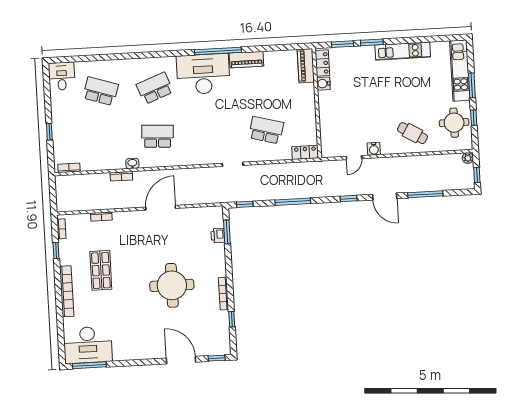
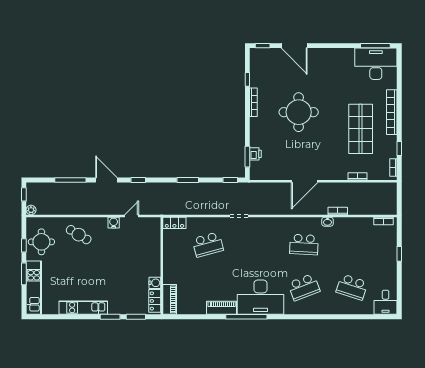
school desk: (266, 130) -> (208, 244), turned -30
window: (293, 202) -> (188, 180), width x0.69
shop shelf: (101, 270) -> (361, 129), width x1.43, depth x1.36

